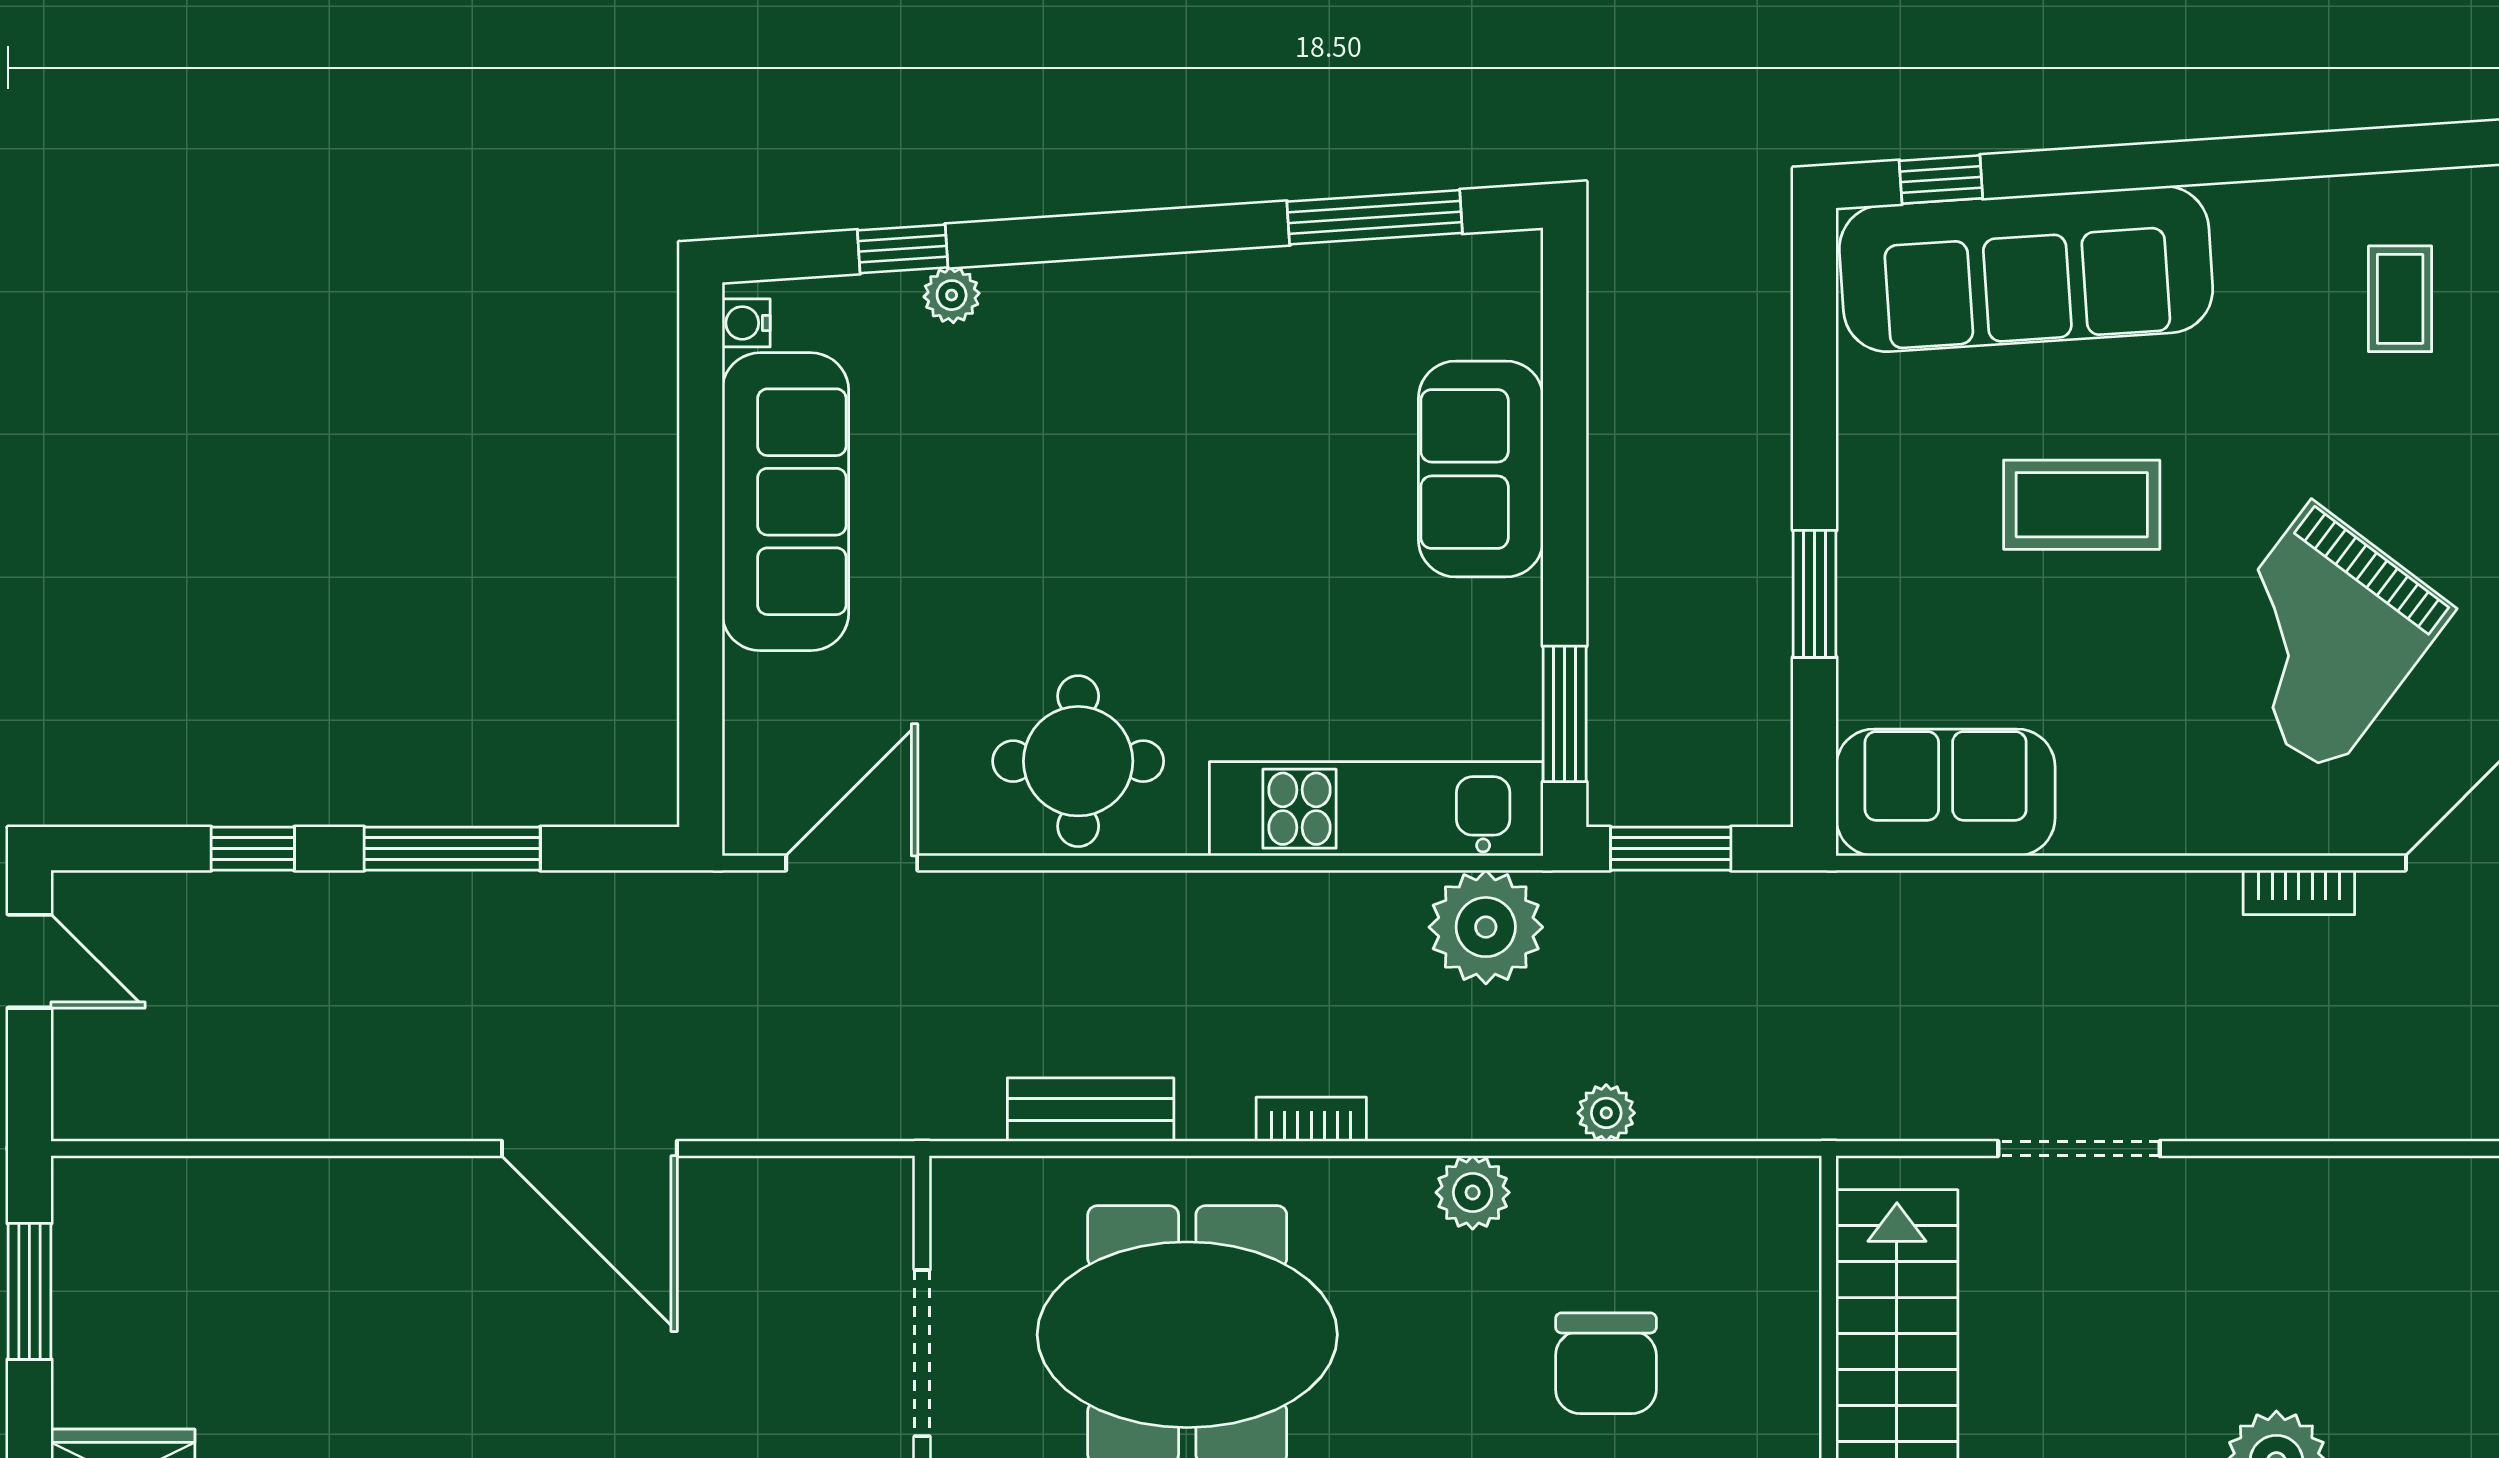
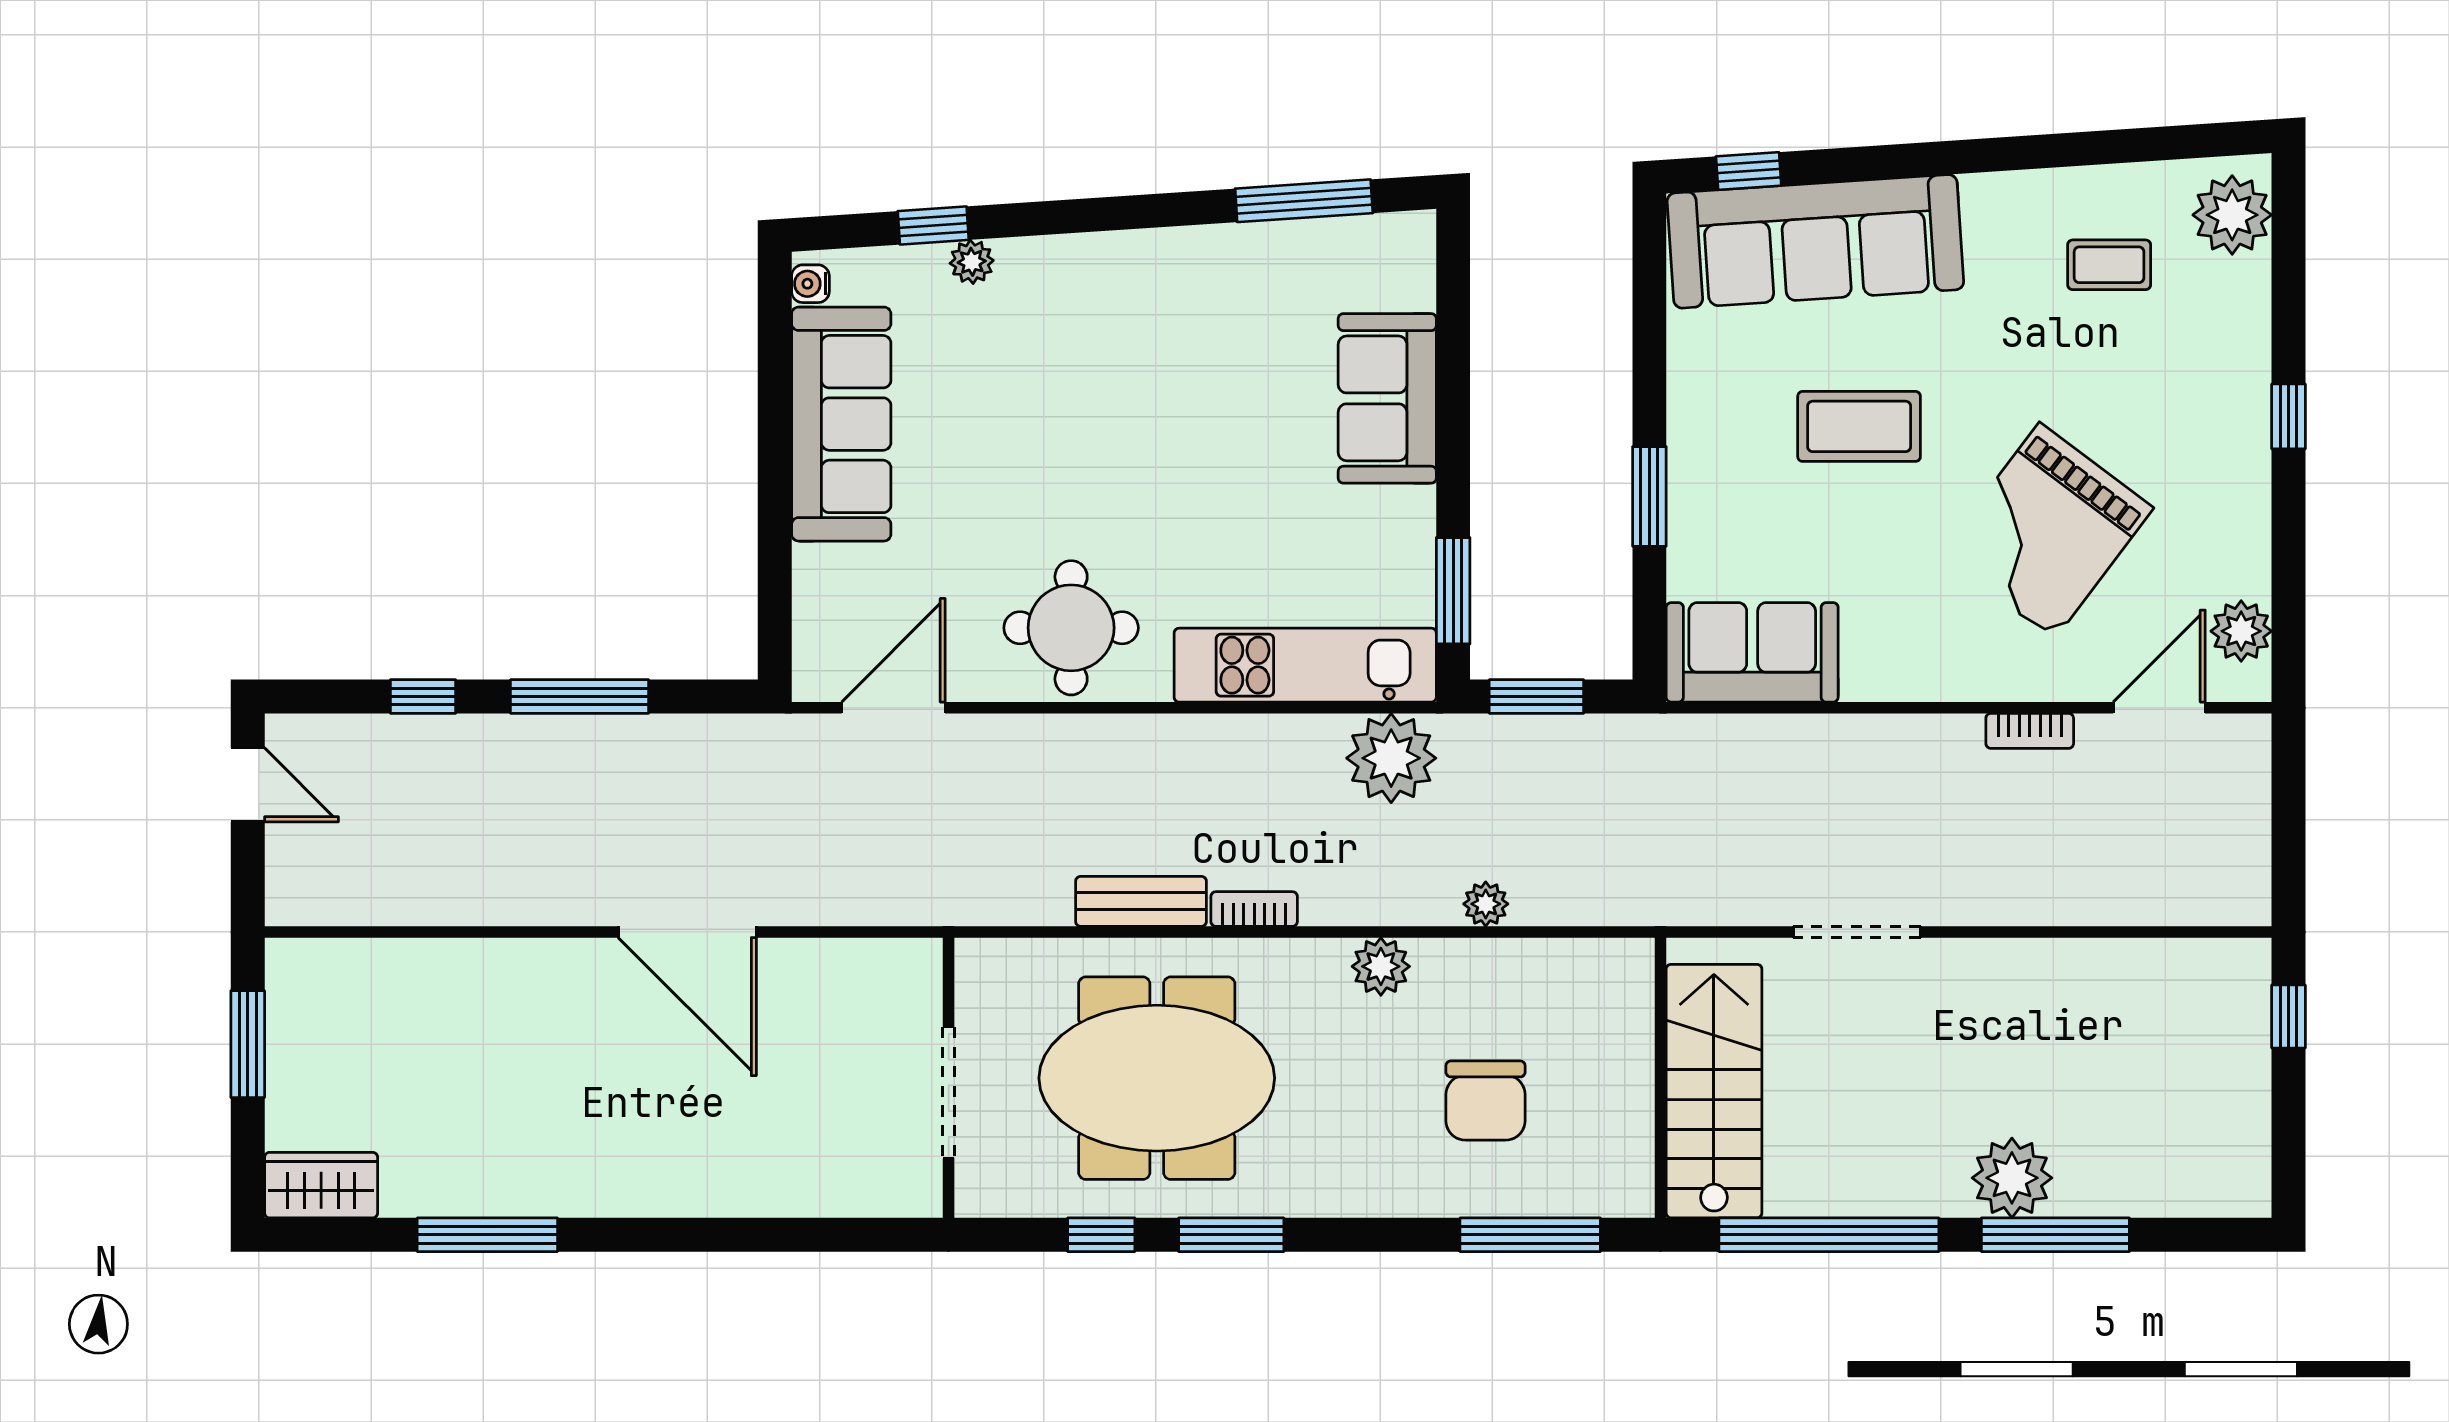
coffee table: (2400, 299) -> (2109, 265), turned 90
bench: (1091, 1110) -> (1141, 901), moved

